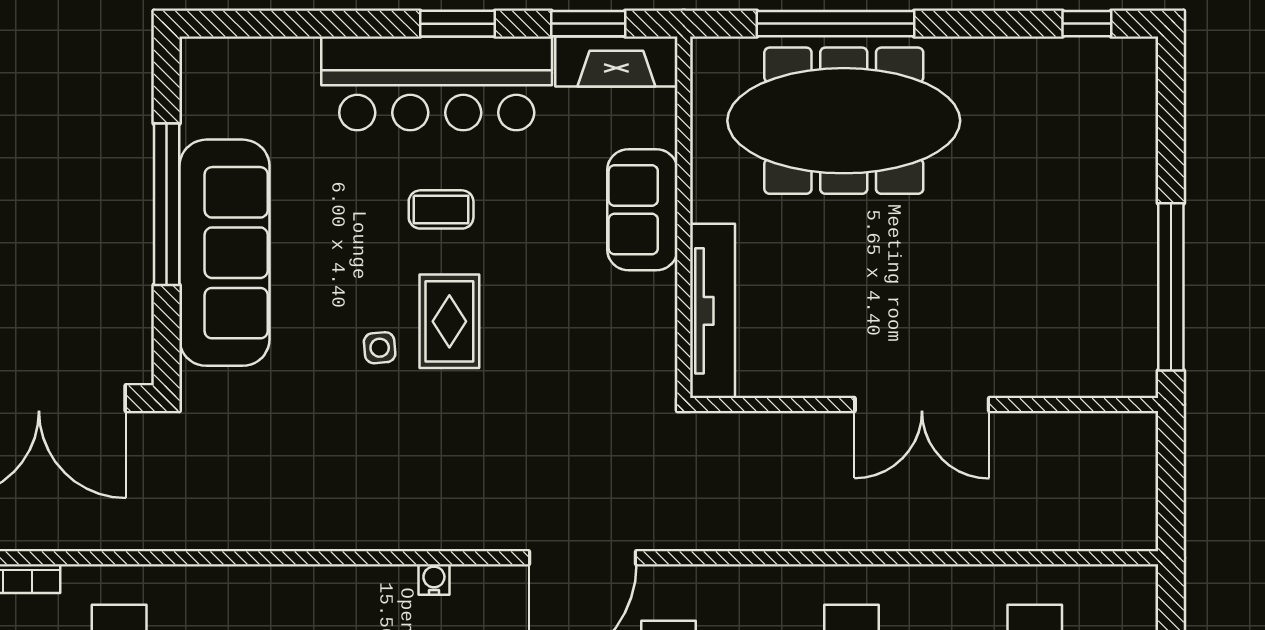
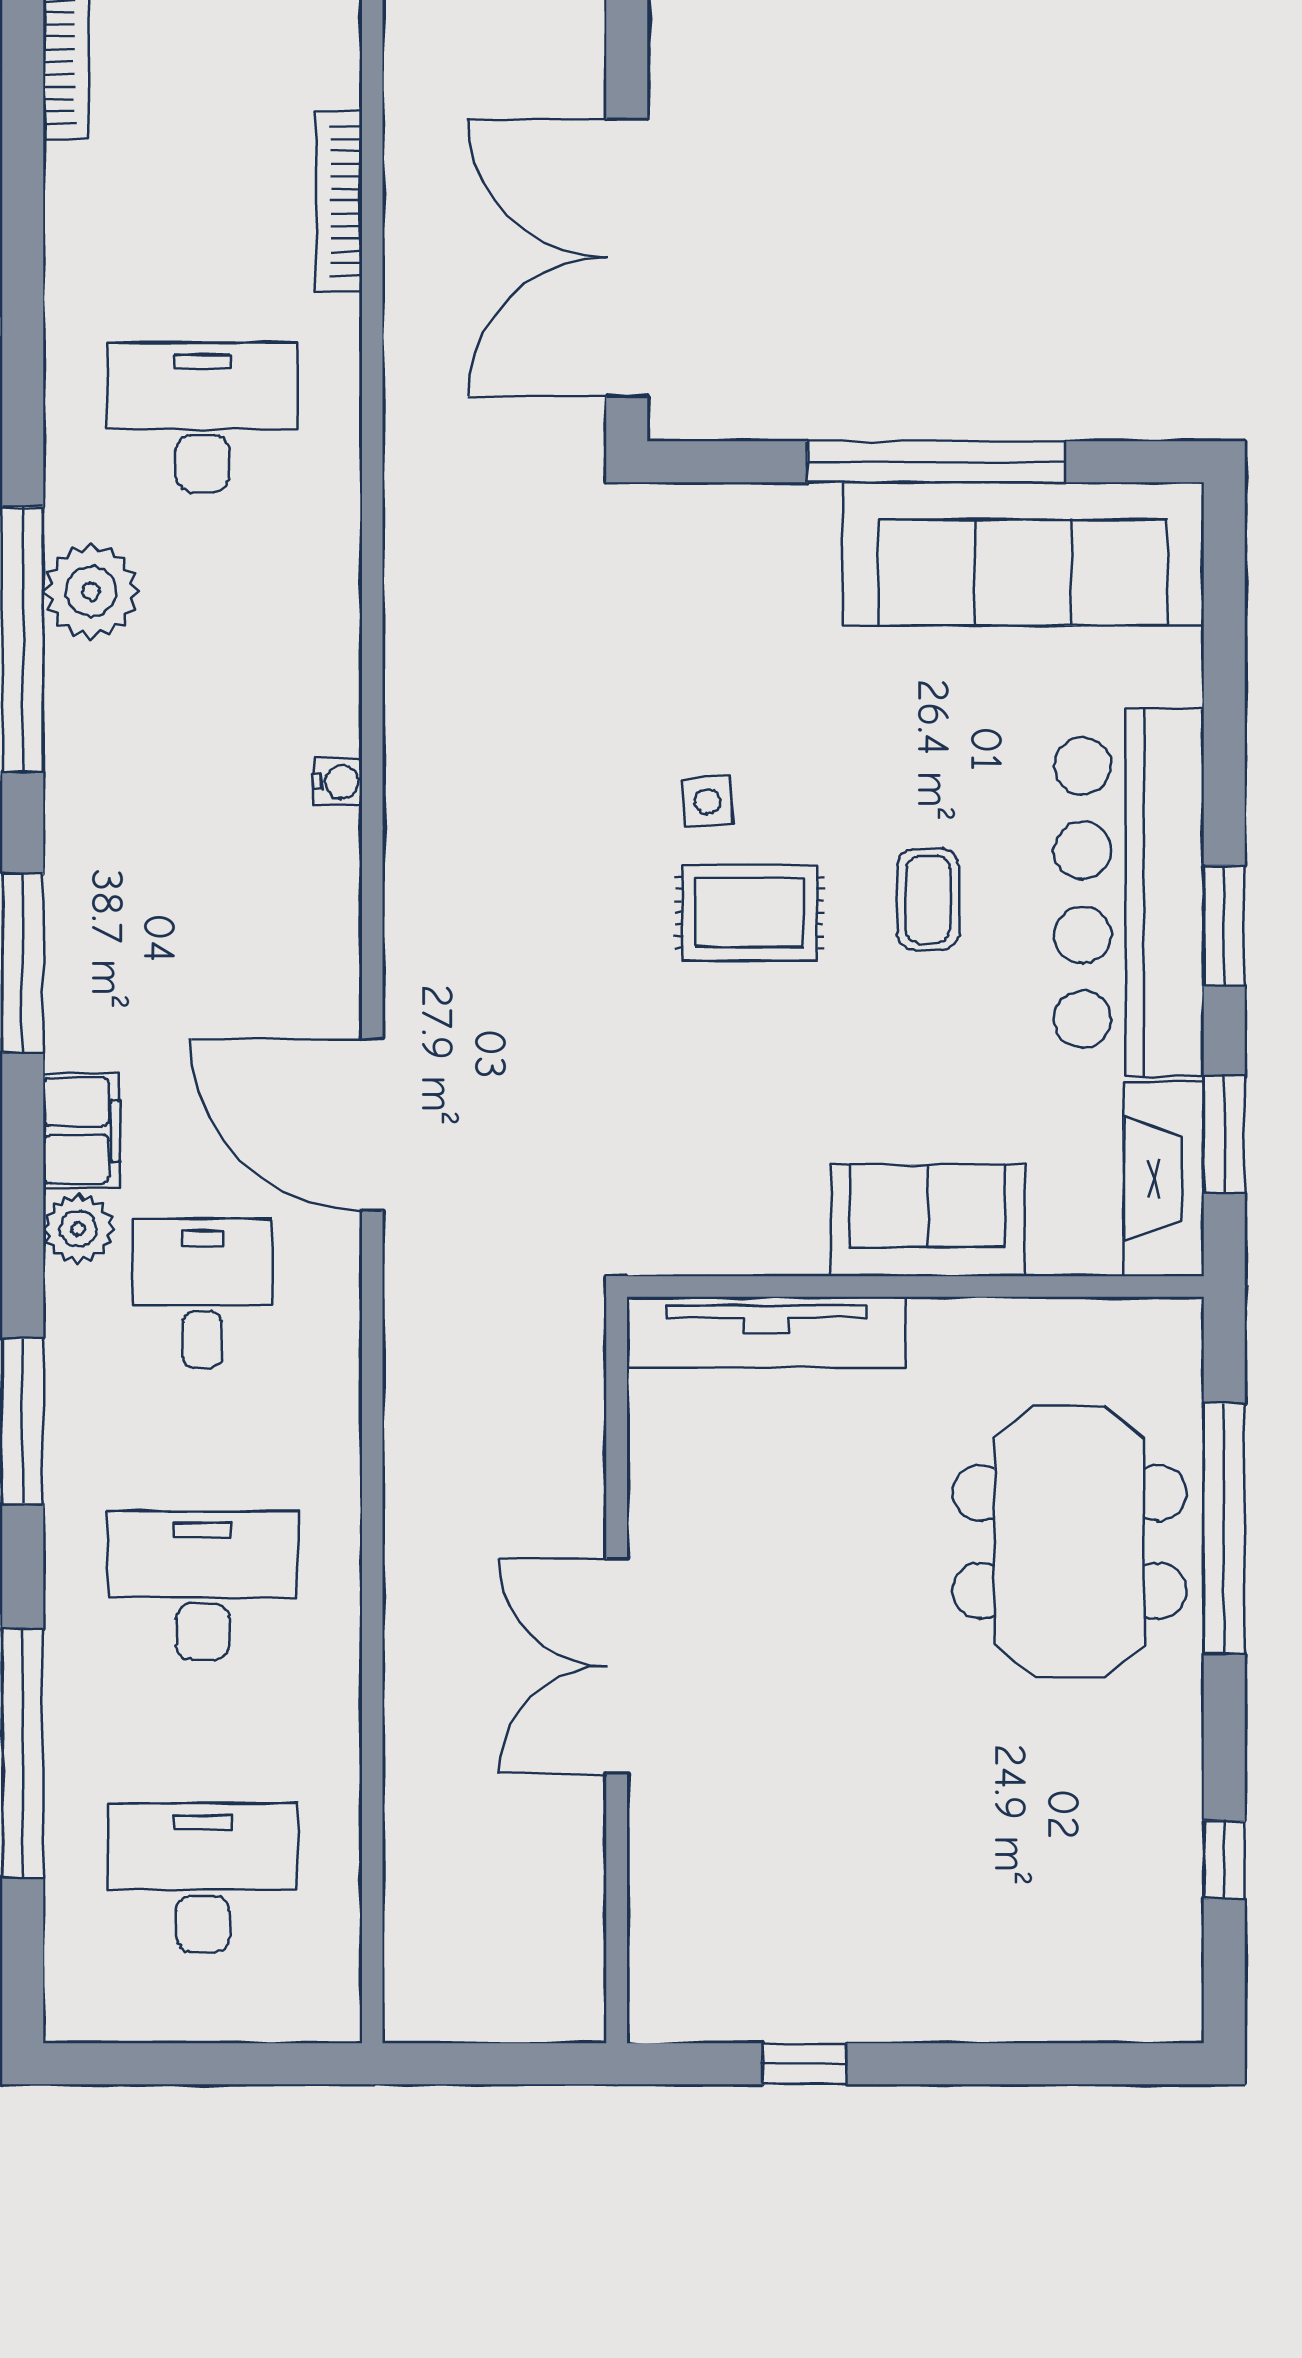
window: (1087, 24) -> (1224, 1860), moved
meeting table: (844, 121) -> (1069, 1542), width x0.73
sofa: (224, 253) -> (1023, 554), moved
window: (1171, 287) -> (804, 2064), width x0.32
water cooler: (434, 579) -> (338, 782), moved

